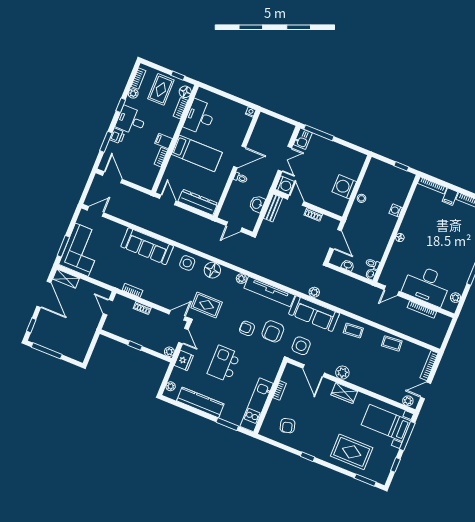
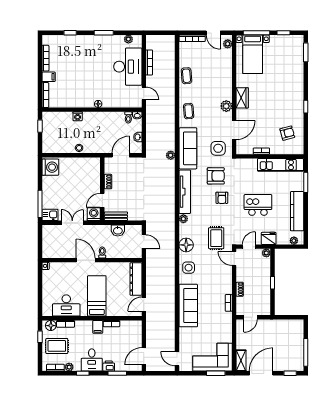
washing machine: (344, 187) -> (50, 167), moved, turned -90
kitchen island: (224, 364) -> (258, 205), turned 180
rug: (352, 452) -> (287, 73), removed

